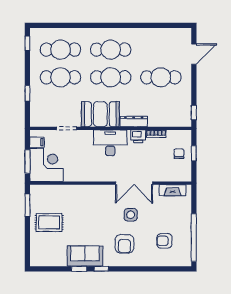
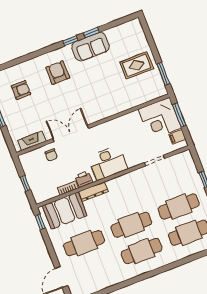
booth: (100, 114) -> (65, 211), moved
chair: (179, 154) -> (51, 155), moved
side table: (131, 215) -> (62, 102), removed

